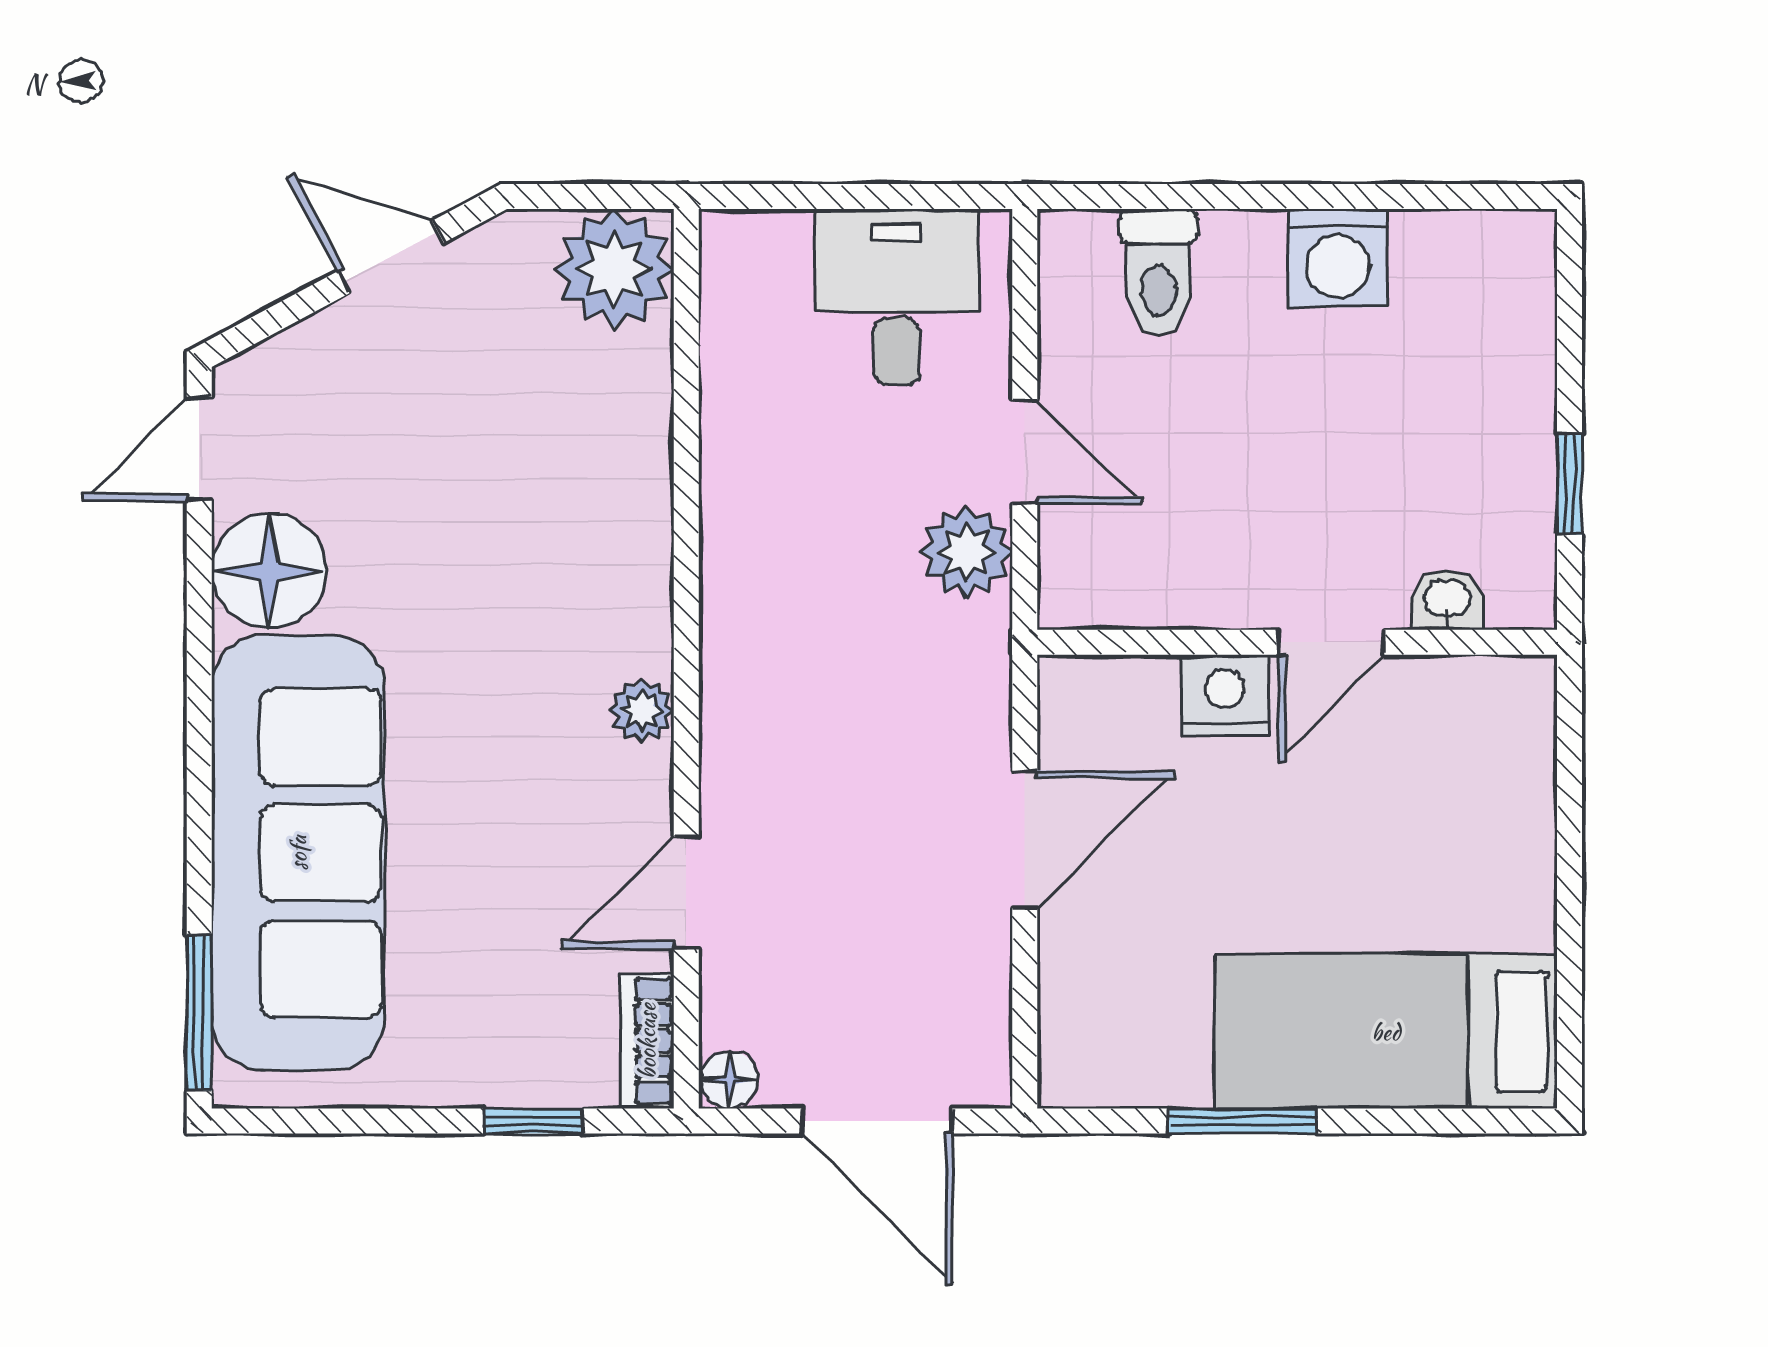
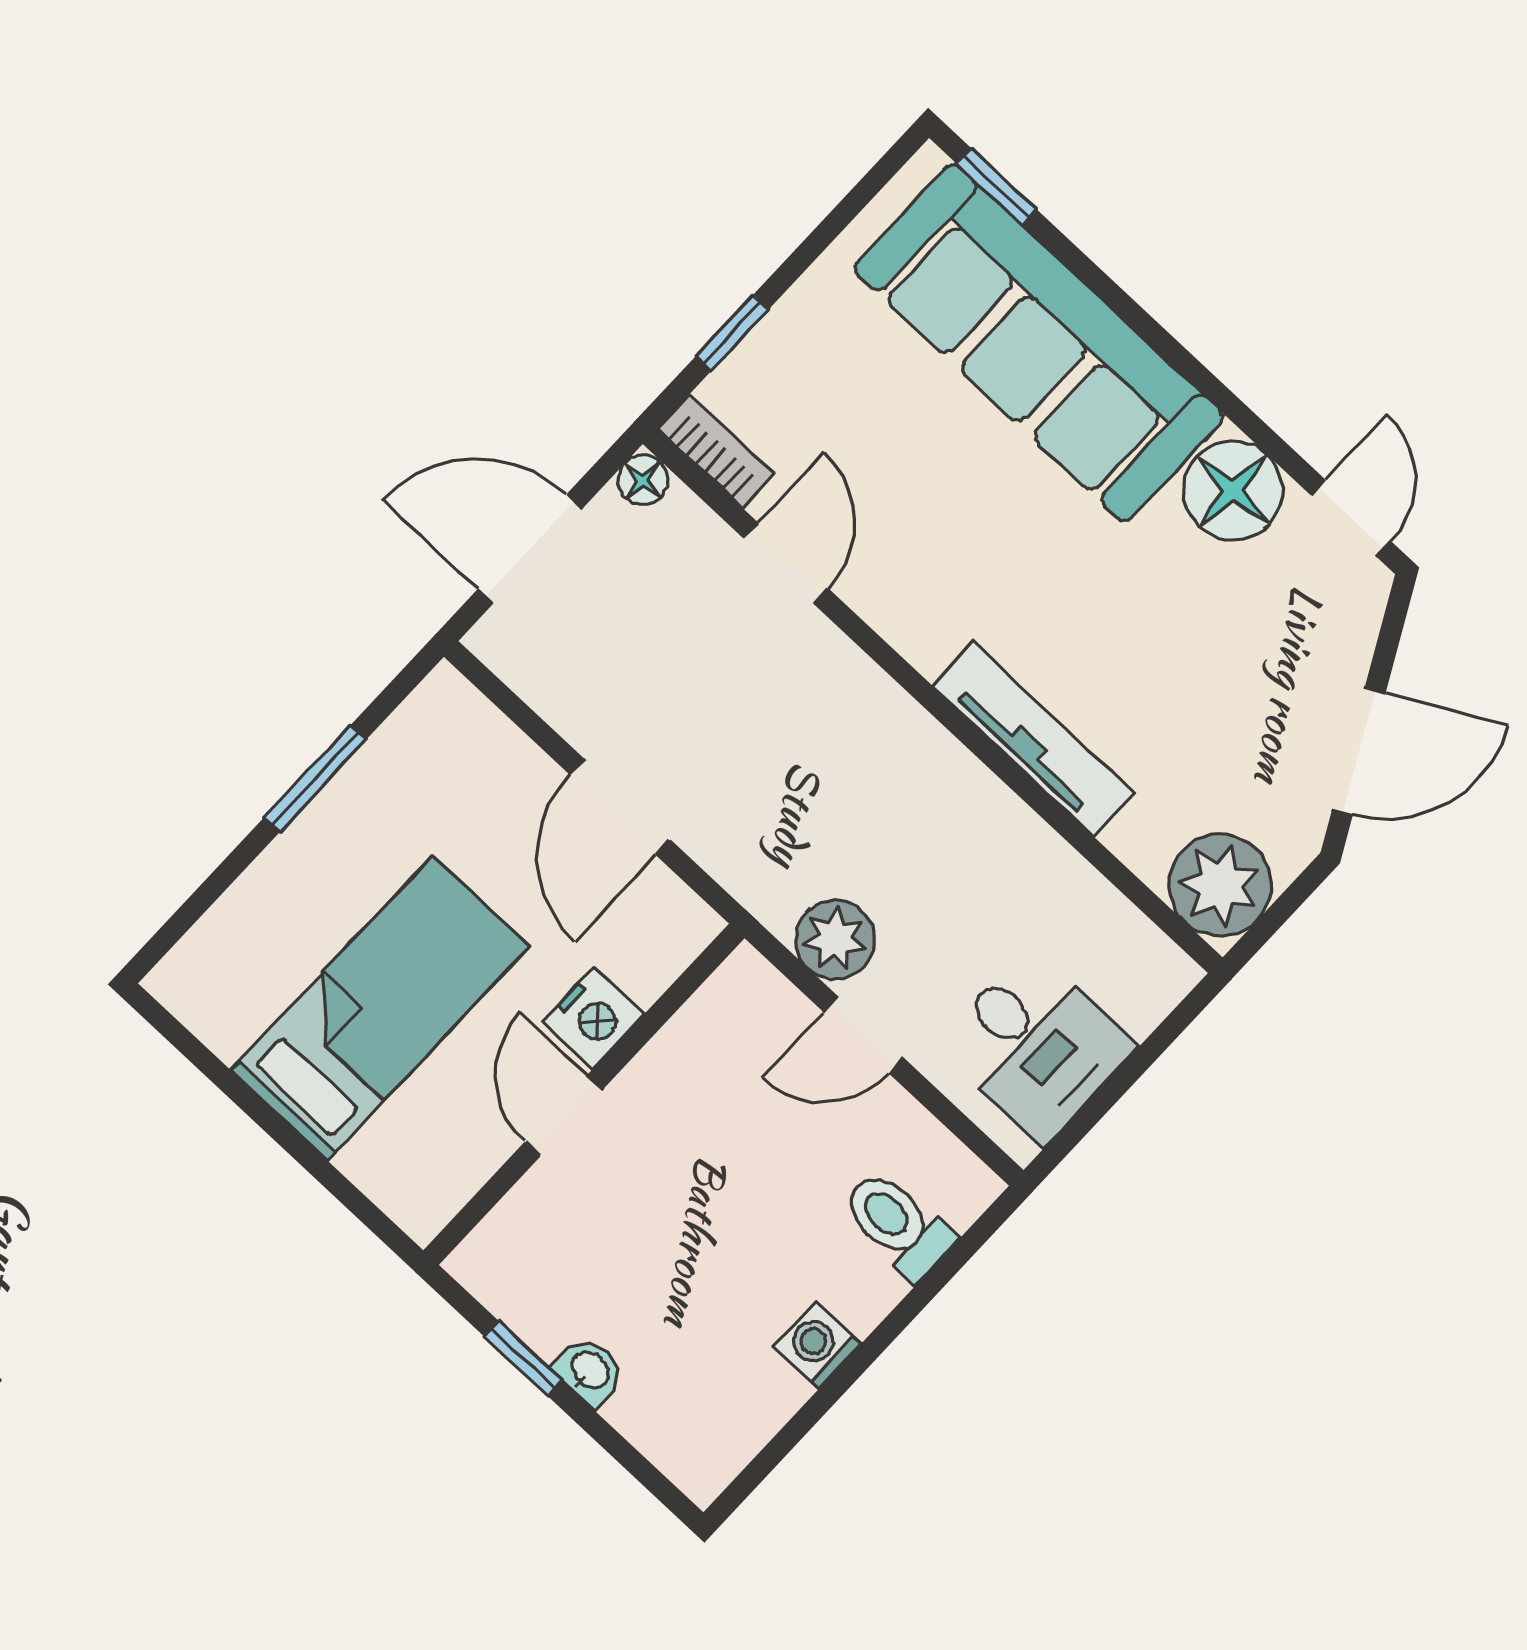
door: (391, 257) -> (1359, 751), width x1.38
washing machine: (1338, 258) -> (818, 1345), width x0.73, depth x0.73
tv unit: (639, 543) -> (1033, 739), added
washbasin: (1447, 600) -> (589, 1371), moved, turned -90
plant: (642, 711) -> (926, 642), removed
window: (199, 1013) -> (997, 187), width x0.67
bed: (1386, 1032) -> (380, 1008), moved

